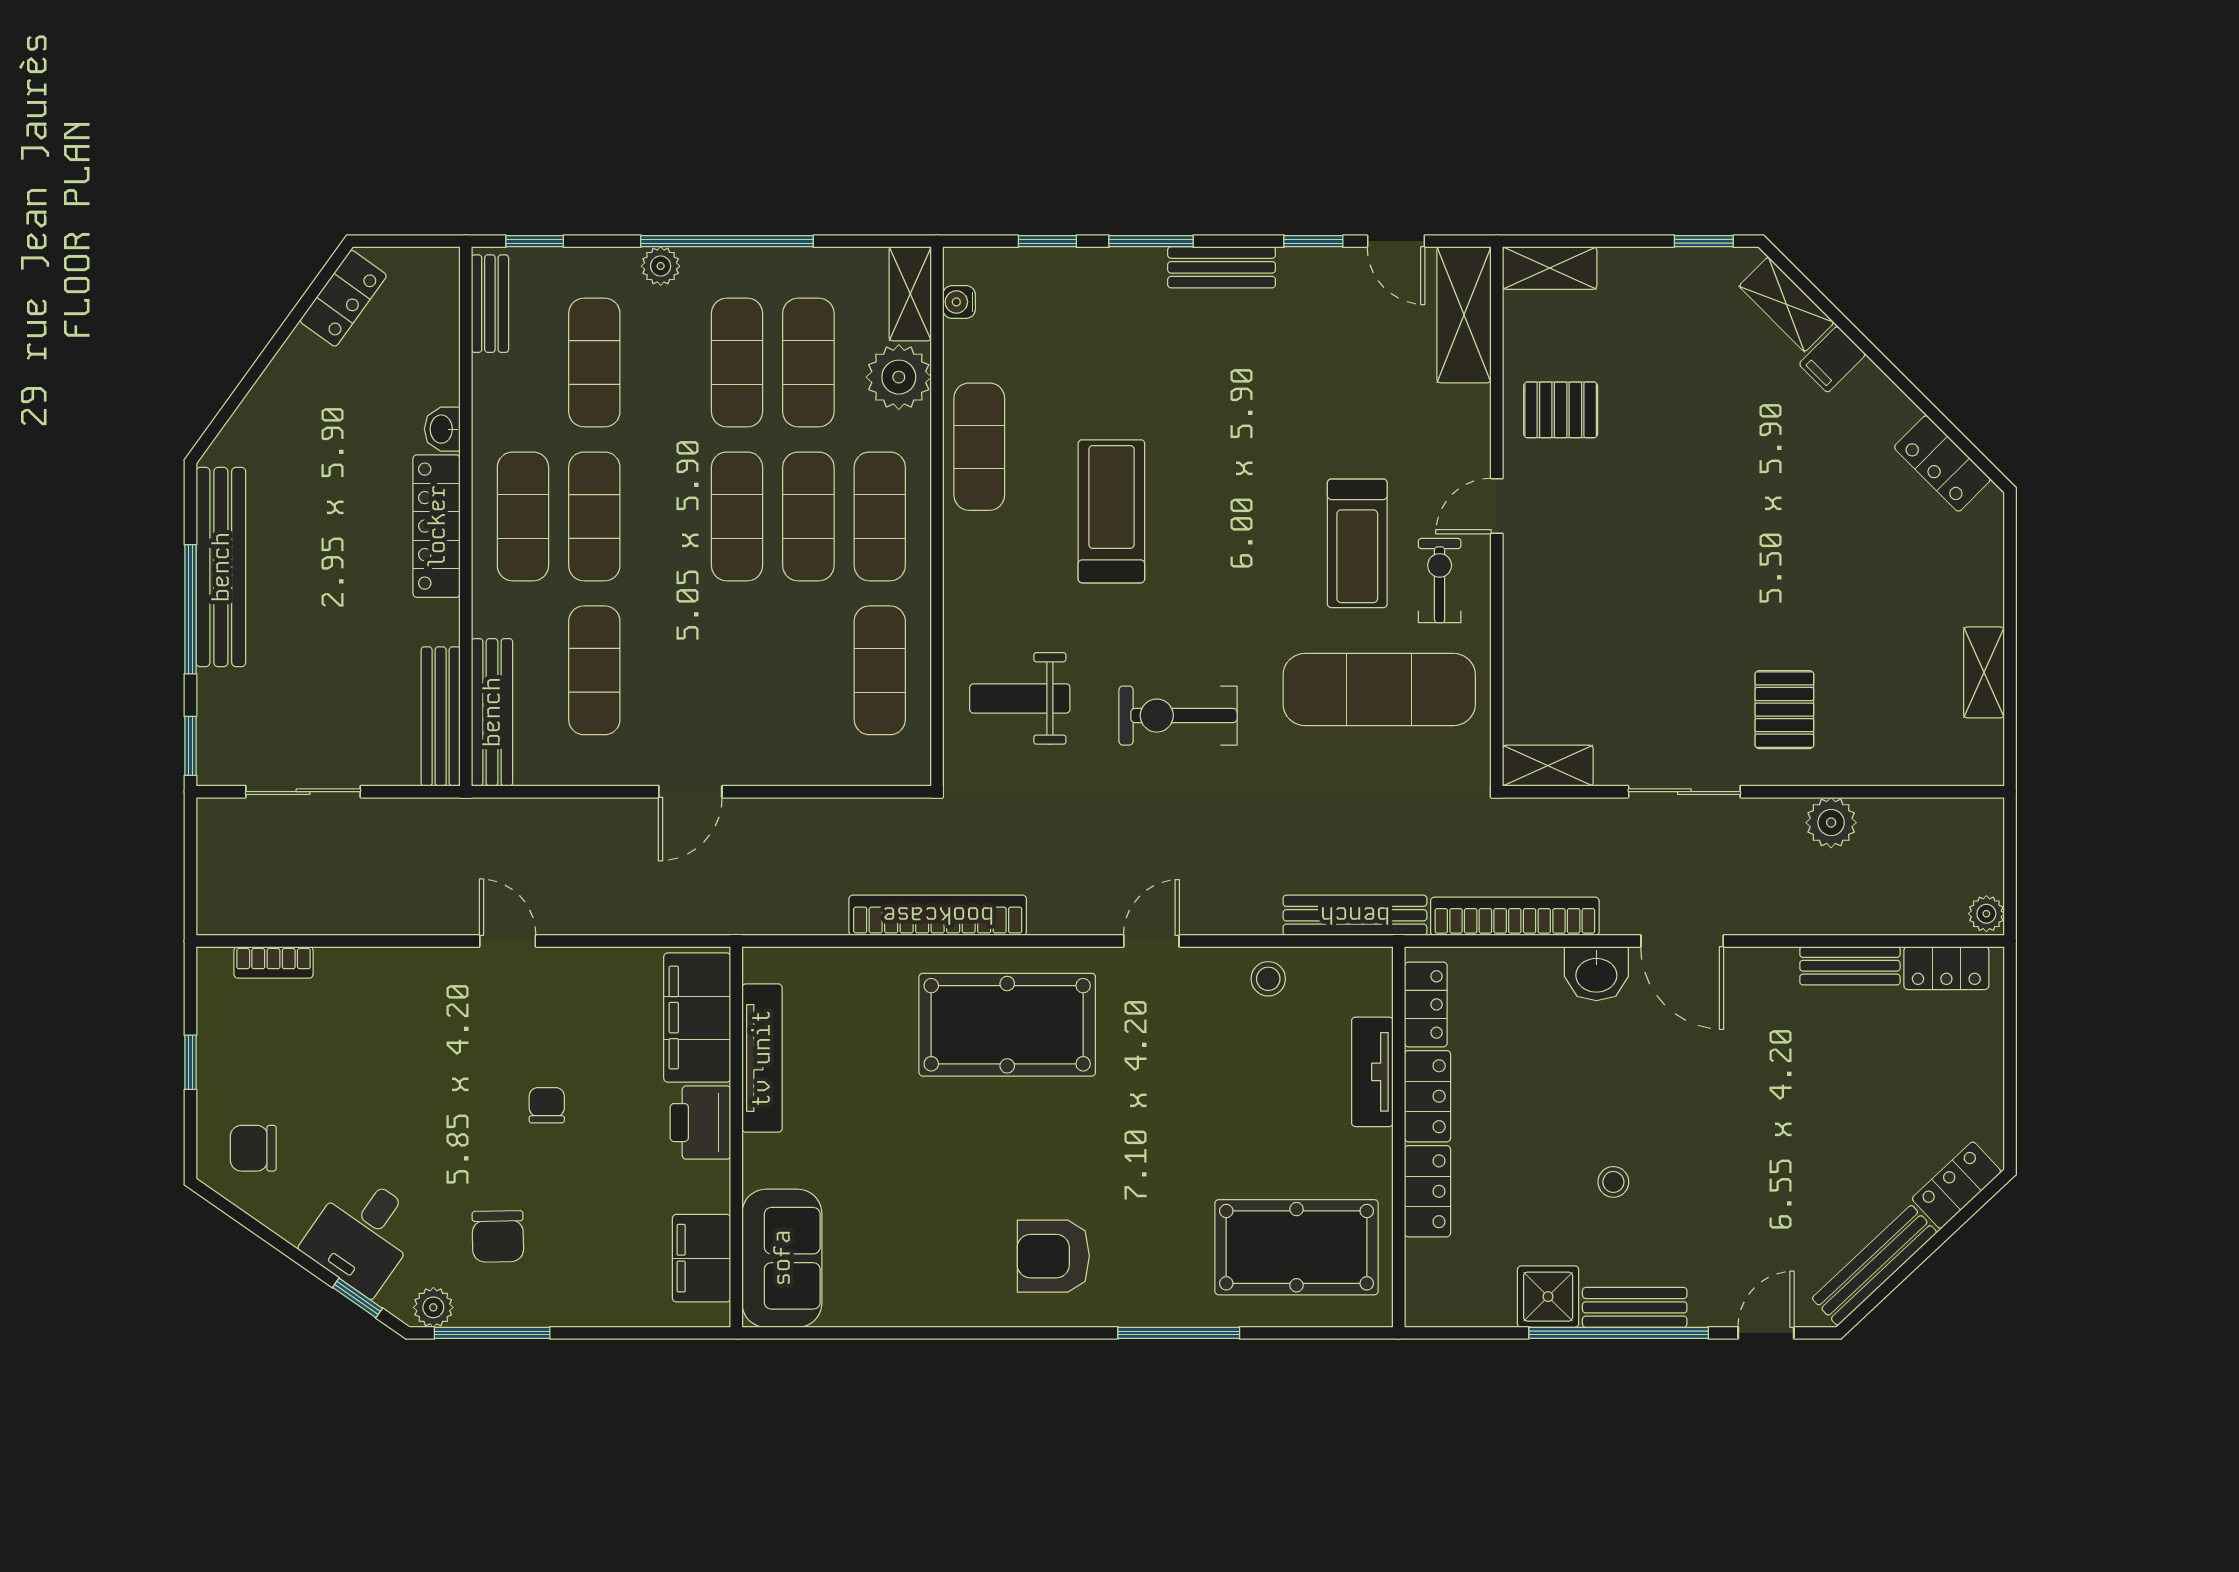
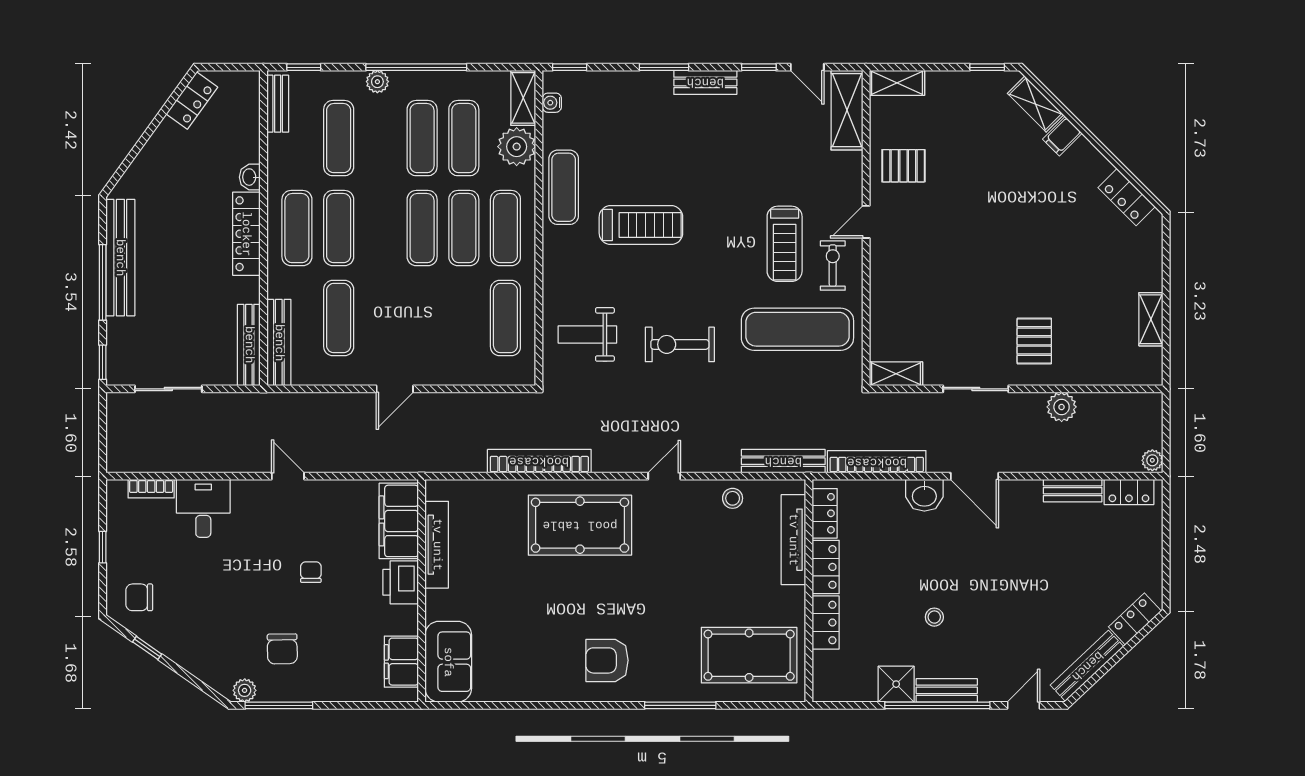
window: (1047, 241) -> (570, 67), moved
treadmill: (1111, 511) -> (641, 225), turned 90
tv unit: (1372, 1072) -> (793, 540), width x1.41
desk: (362, 1234) -> (203, 508), moved, turned 145
window: (357, 1298) -> (147, 648), moved

